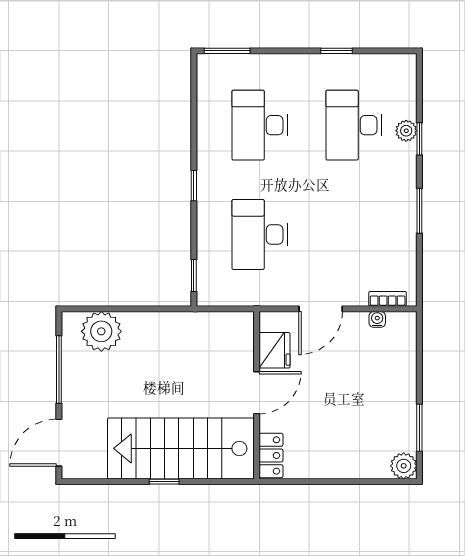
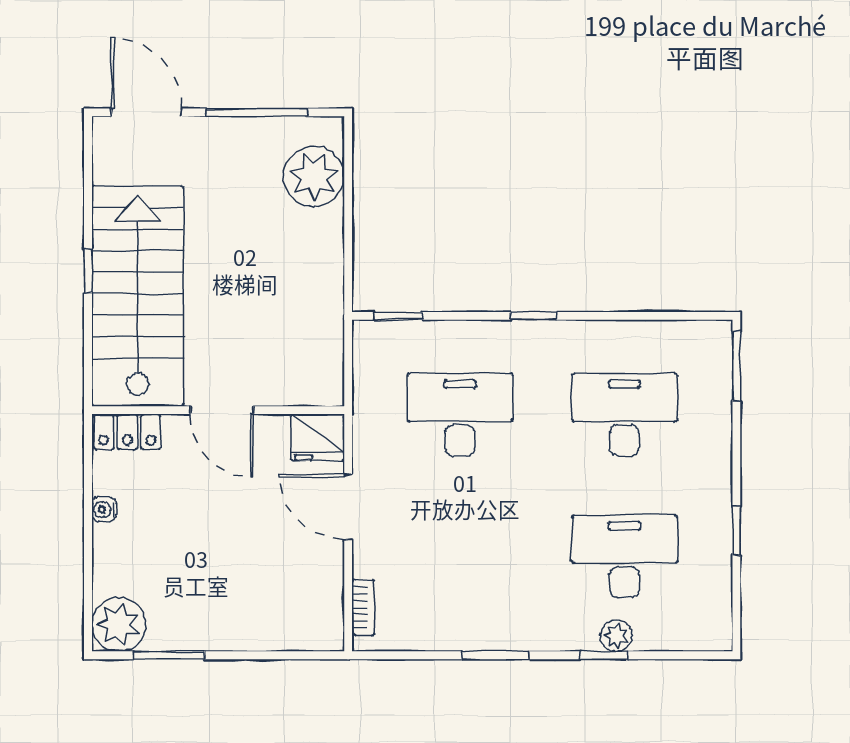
water cooler: (377, 319) -> (104, 509), moved, turned 180
fridge: (274, 350) -> (317, 437), moved
plant: (404, 466) -> (119, 624), width x1.36, depth x1.36

